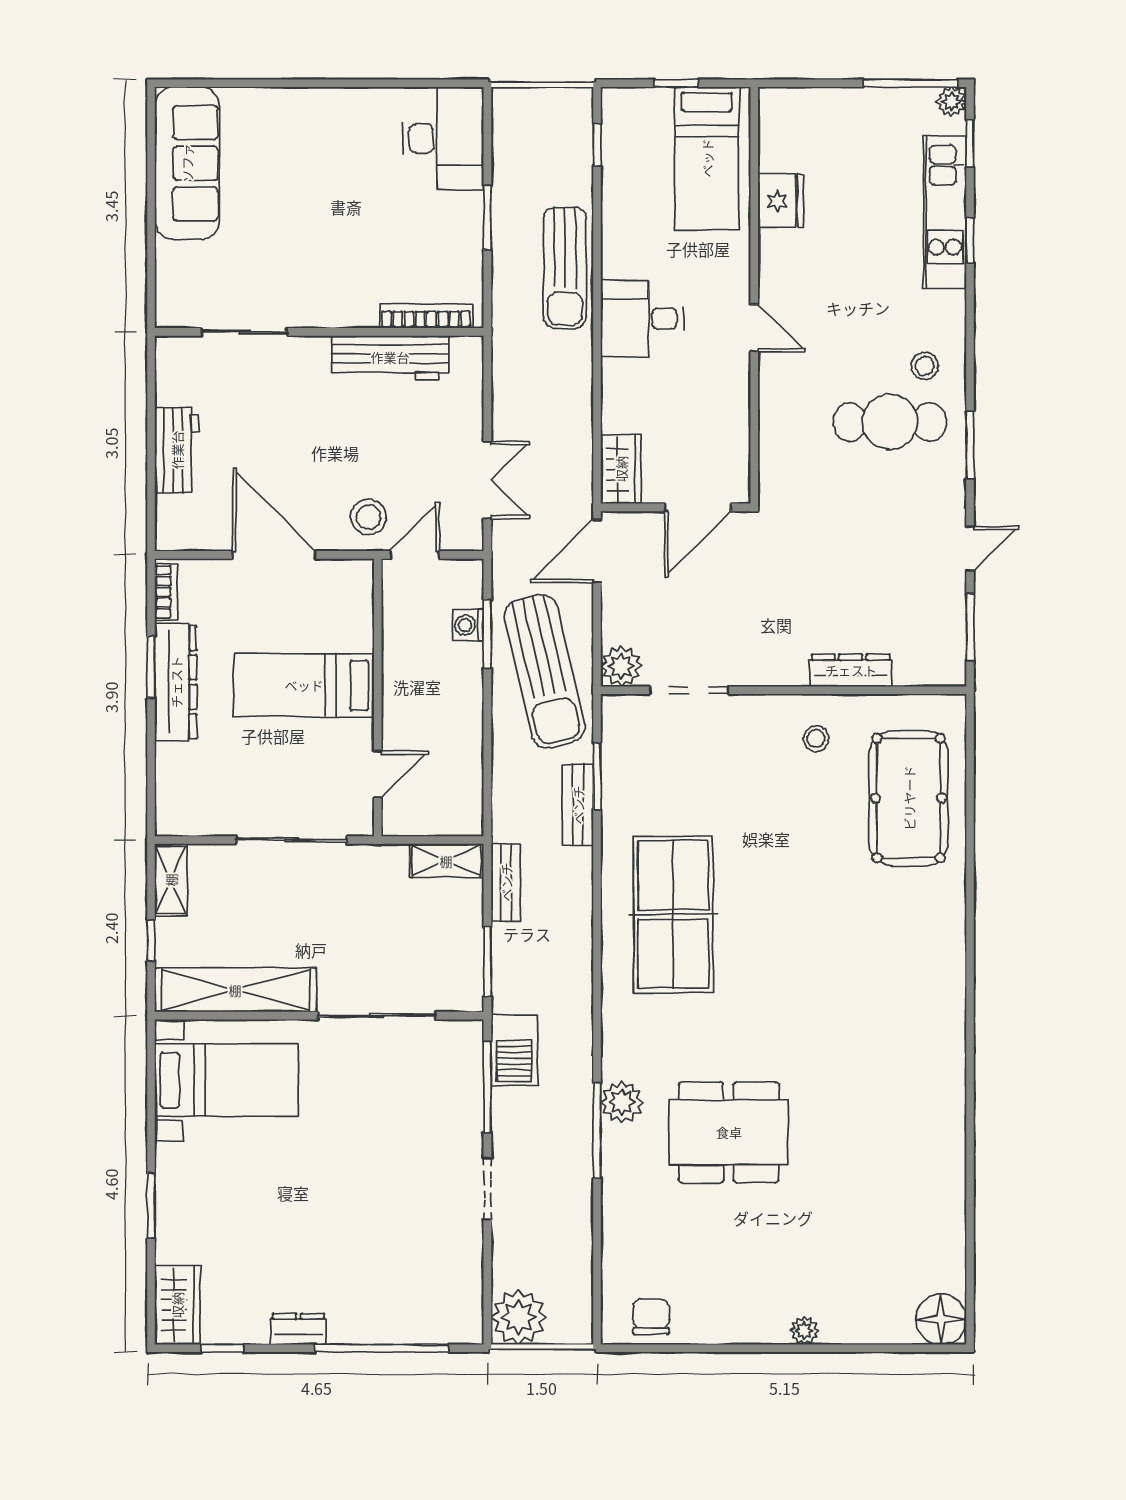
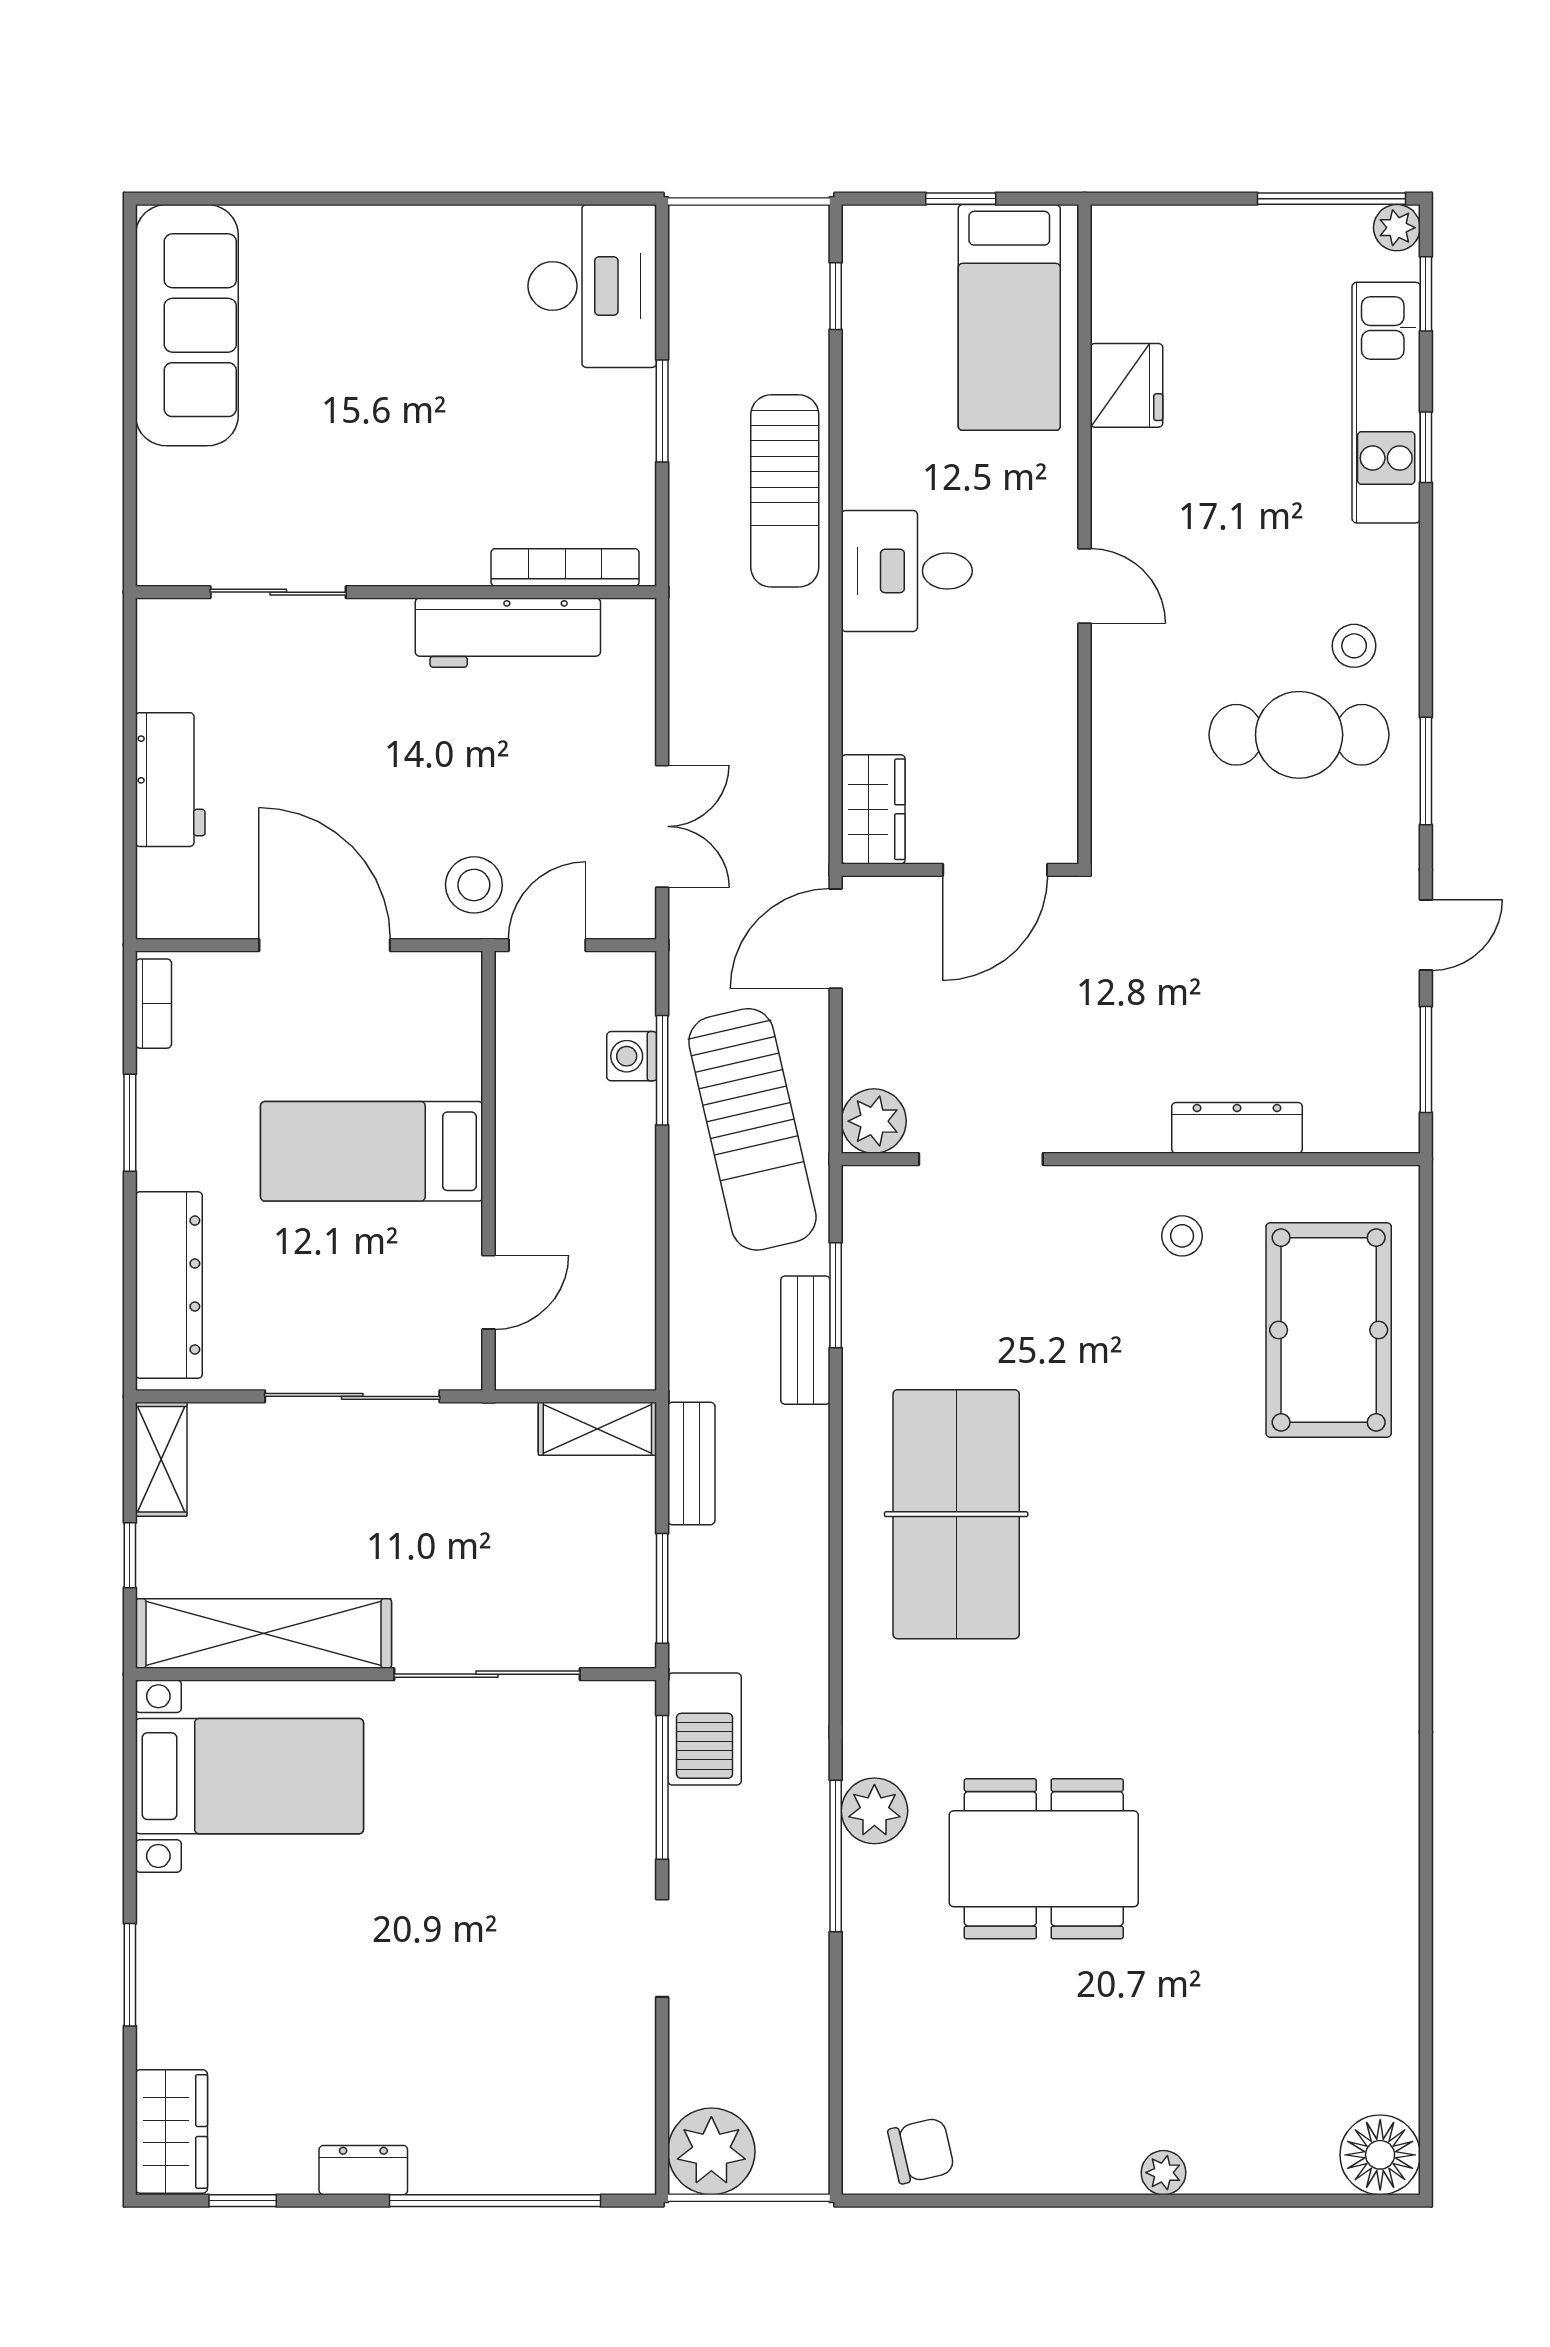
dresser: (176, 682) -> (169, 1285), moved
chair: (651, 1317) -> (921, 2151), turned 77

